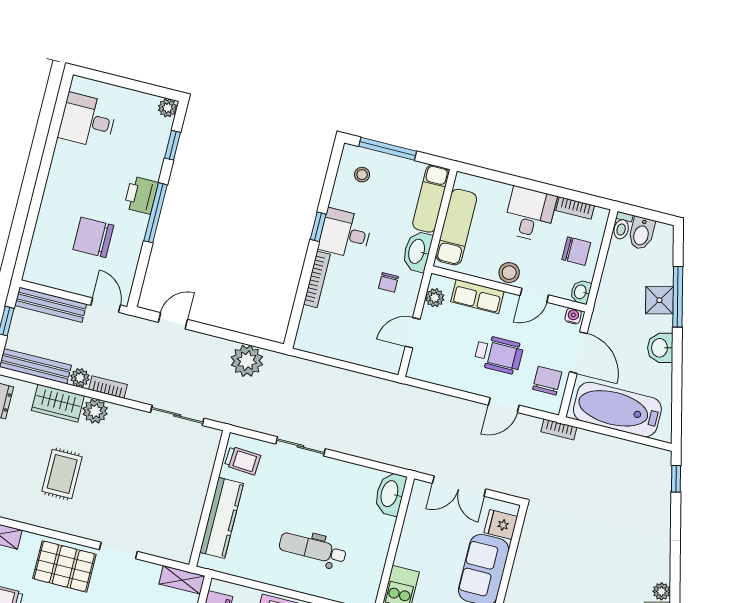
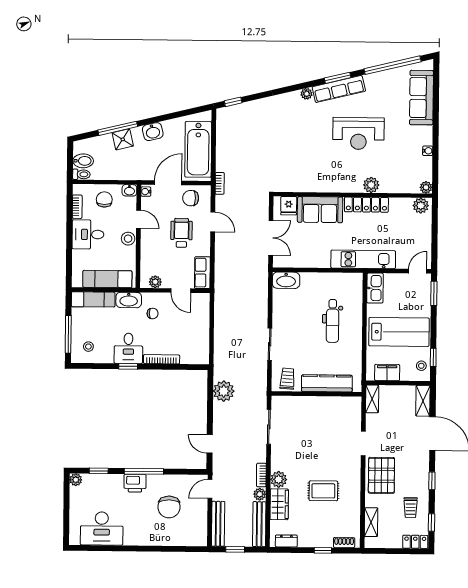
desk: (87, 121) -> (102, 528), width x1.37
row of seats: (477, 296) -> (202, 273), moved, turned 180

